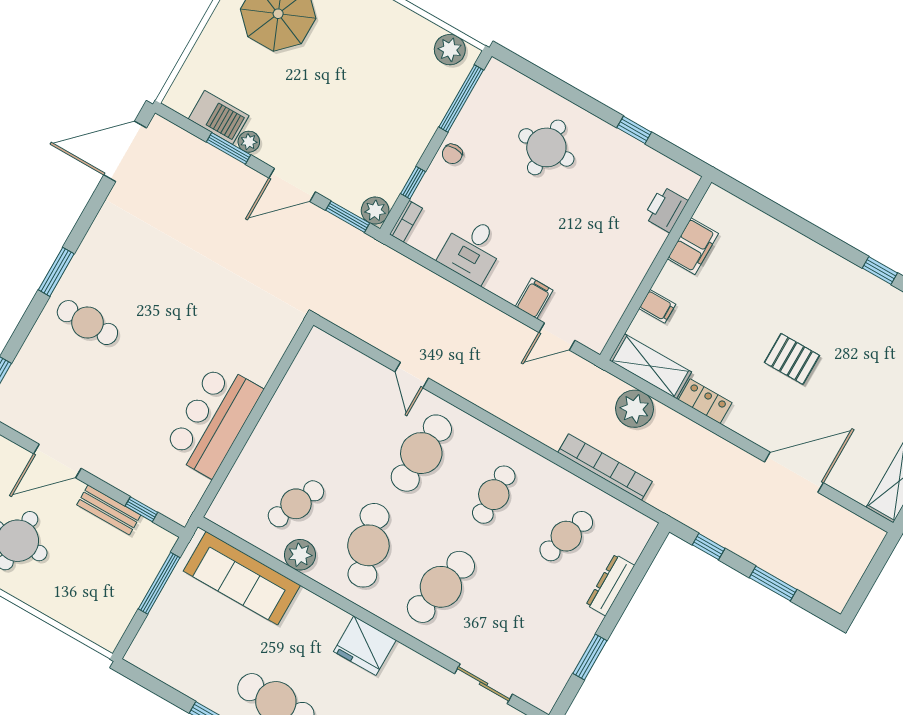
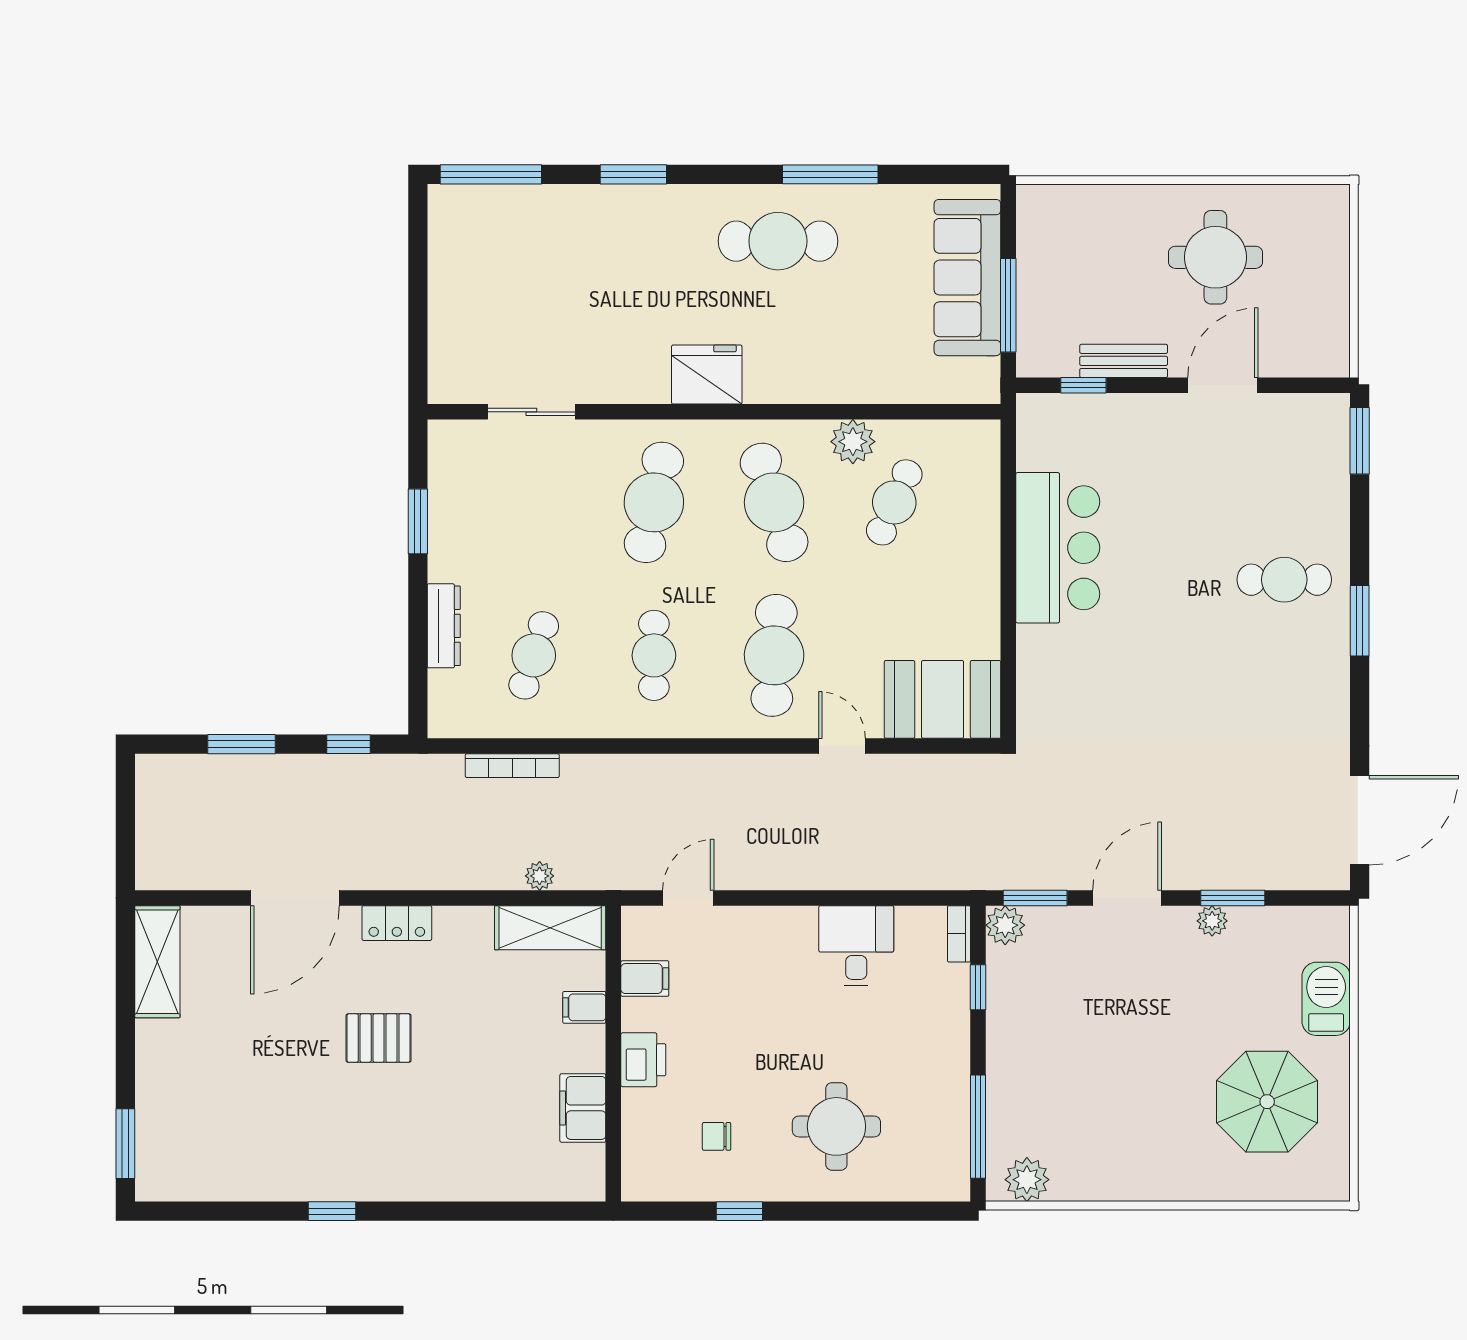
barbecue: (219, 117) -> (1326, 999), moved, turned 90
chair: (452, 154) -> (717, 1136), moved, turned -90
printer: (666, 209) -> (643, 1060), moved
filing cabinet: (534, 298) -> (645, 979), moved, turned -90
booth: (335, 368) -> (943, 699), added
locker: (705, 401) -> (397, 923), moved
plant: (635, 409) -> (540, 876), width x0.53, depth x0.53
bookcase: (605, 467) -> (512, 766), width x0.68, depth x0.76
sofa: (242, 578) -> (967, 278), moved, turned -90

